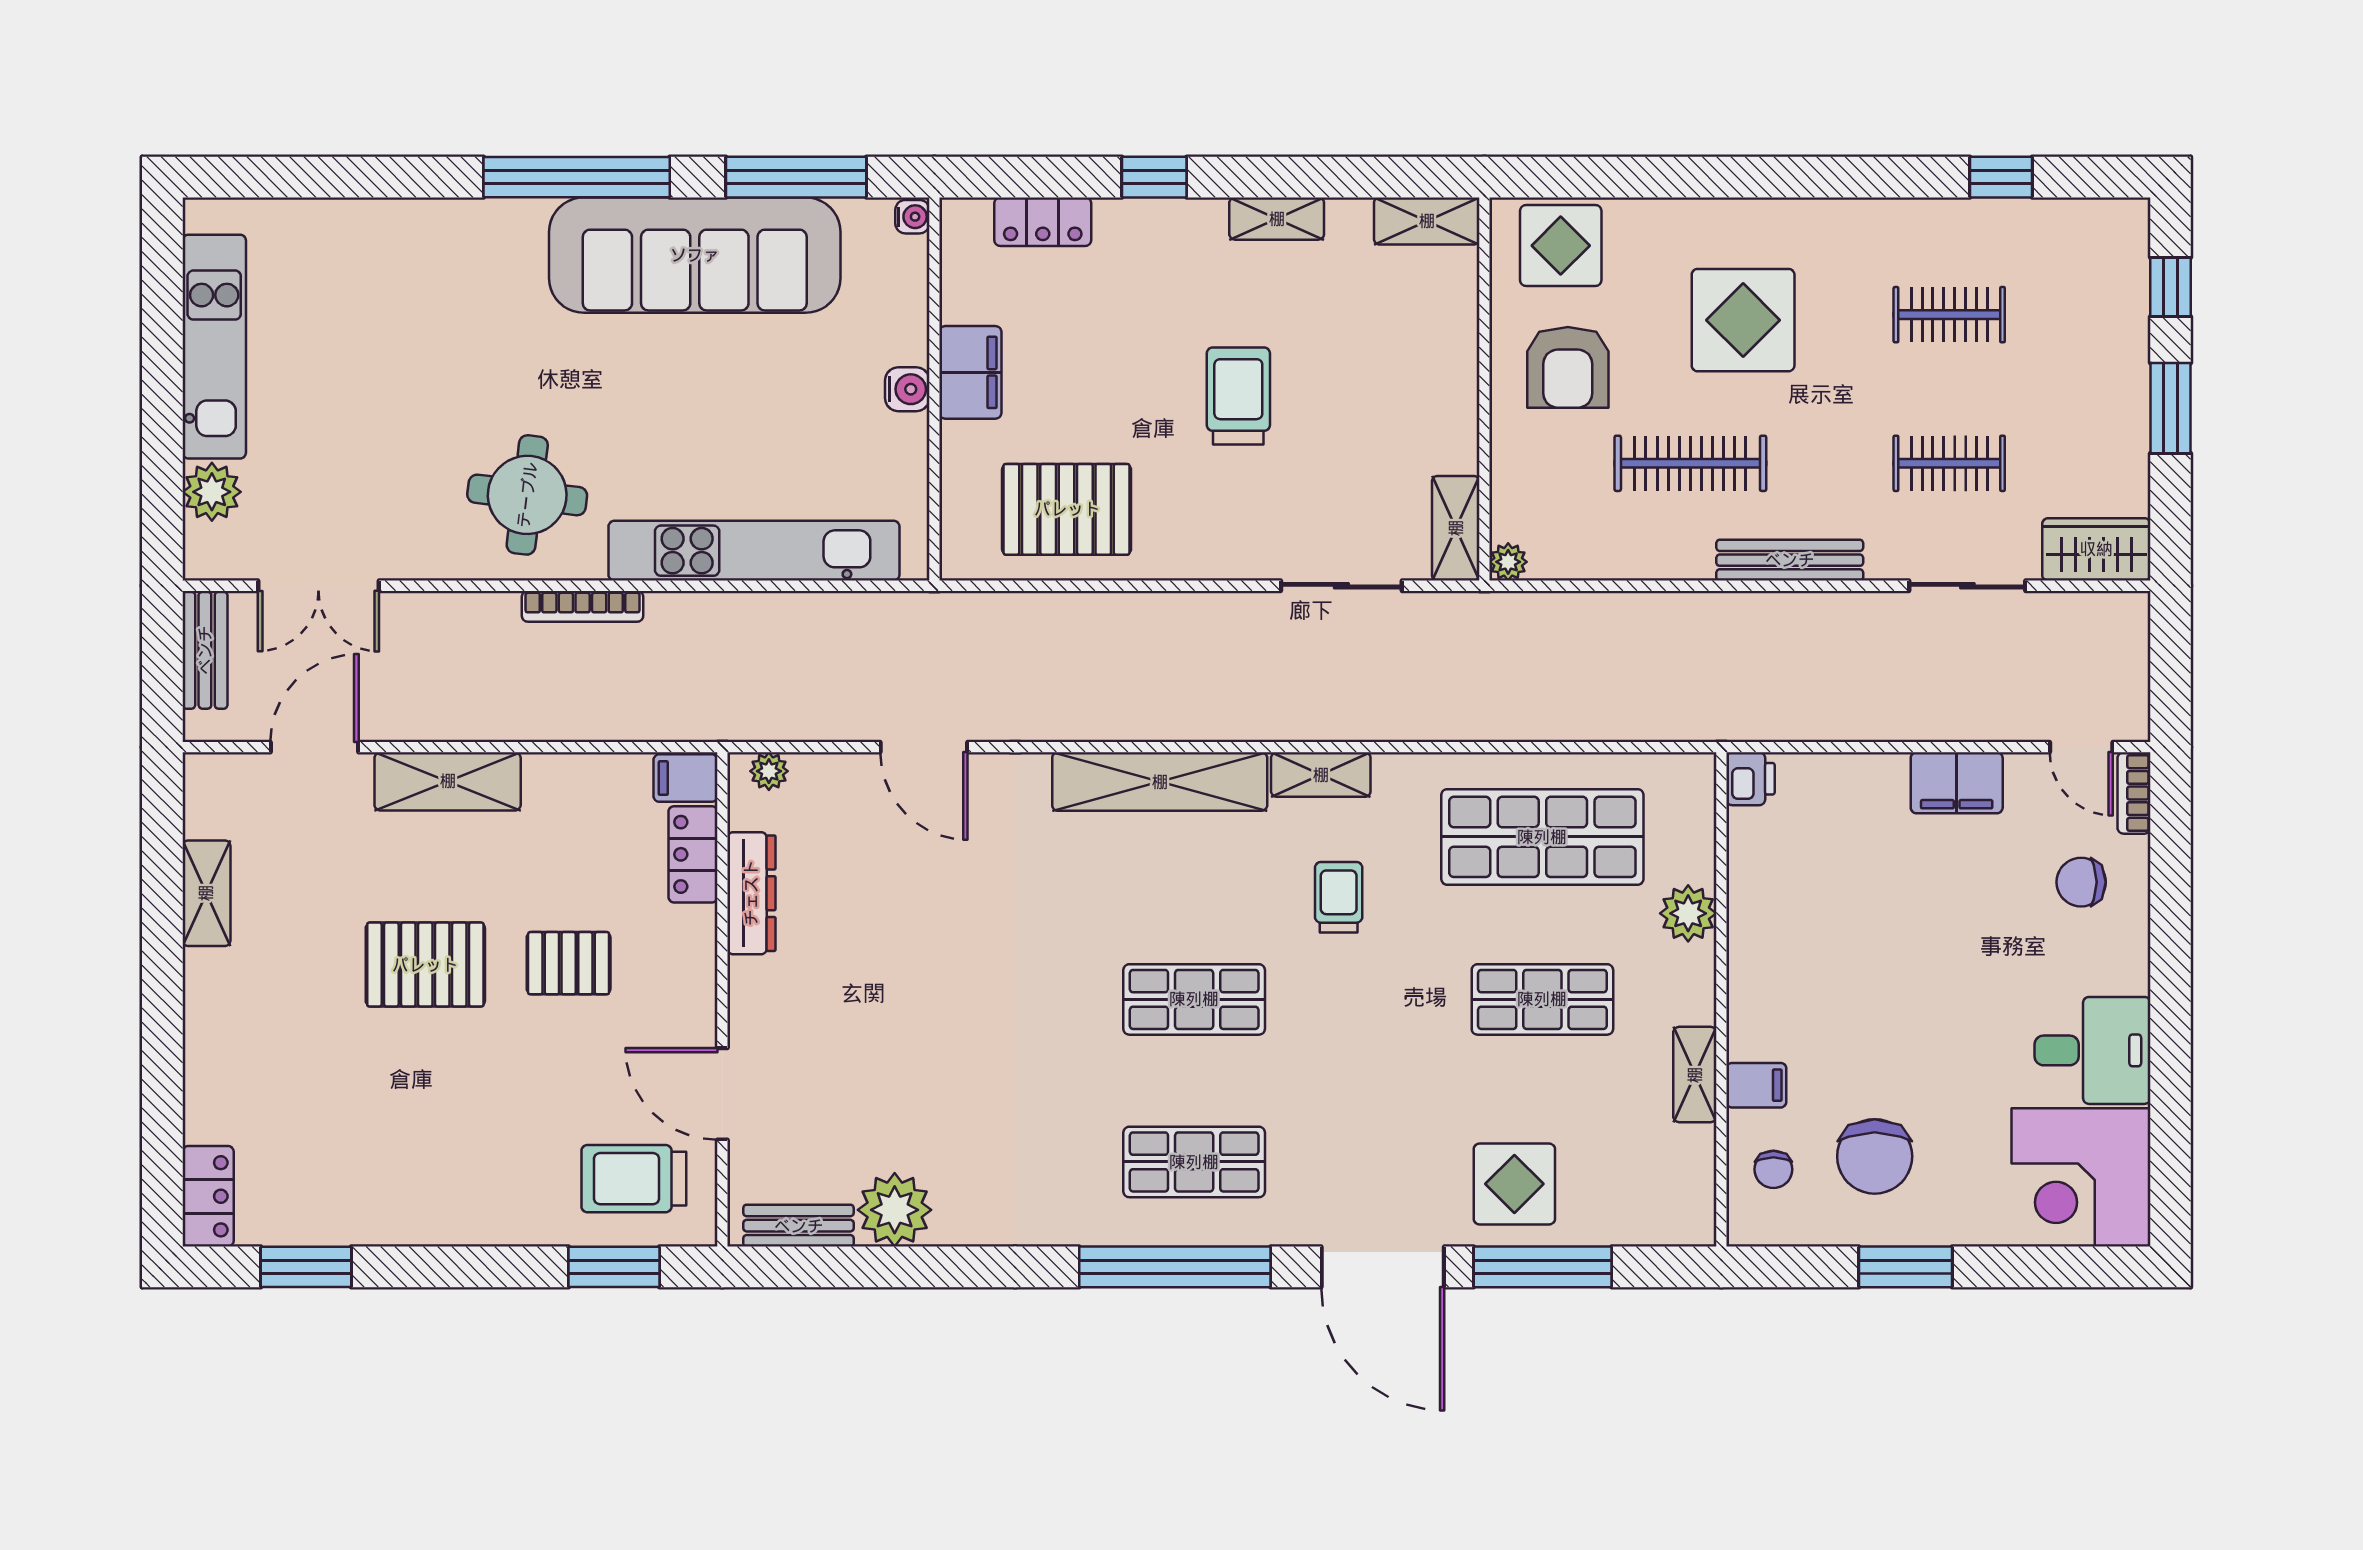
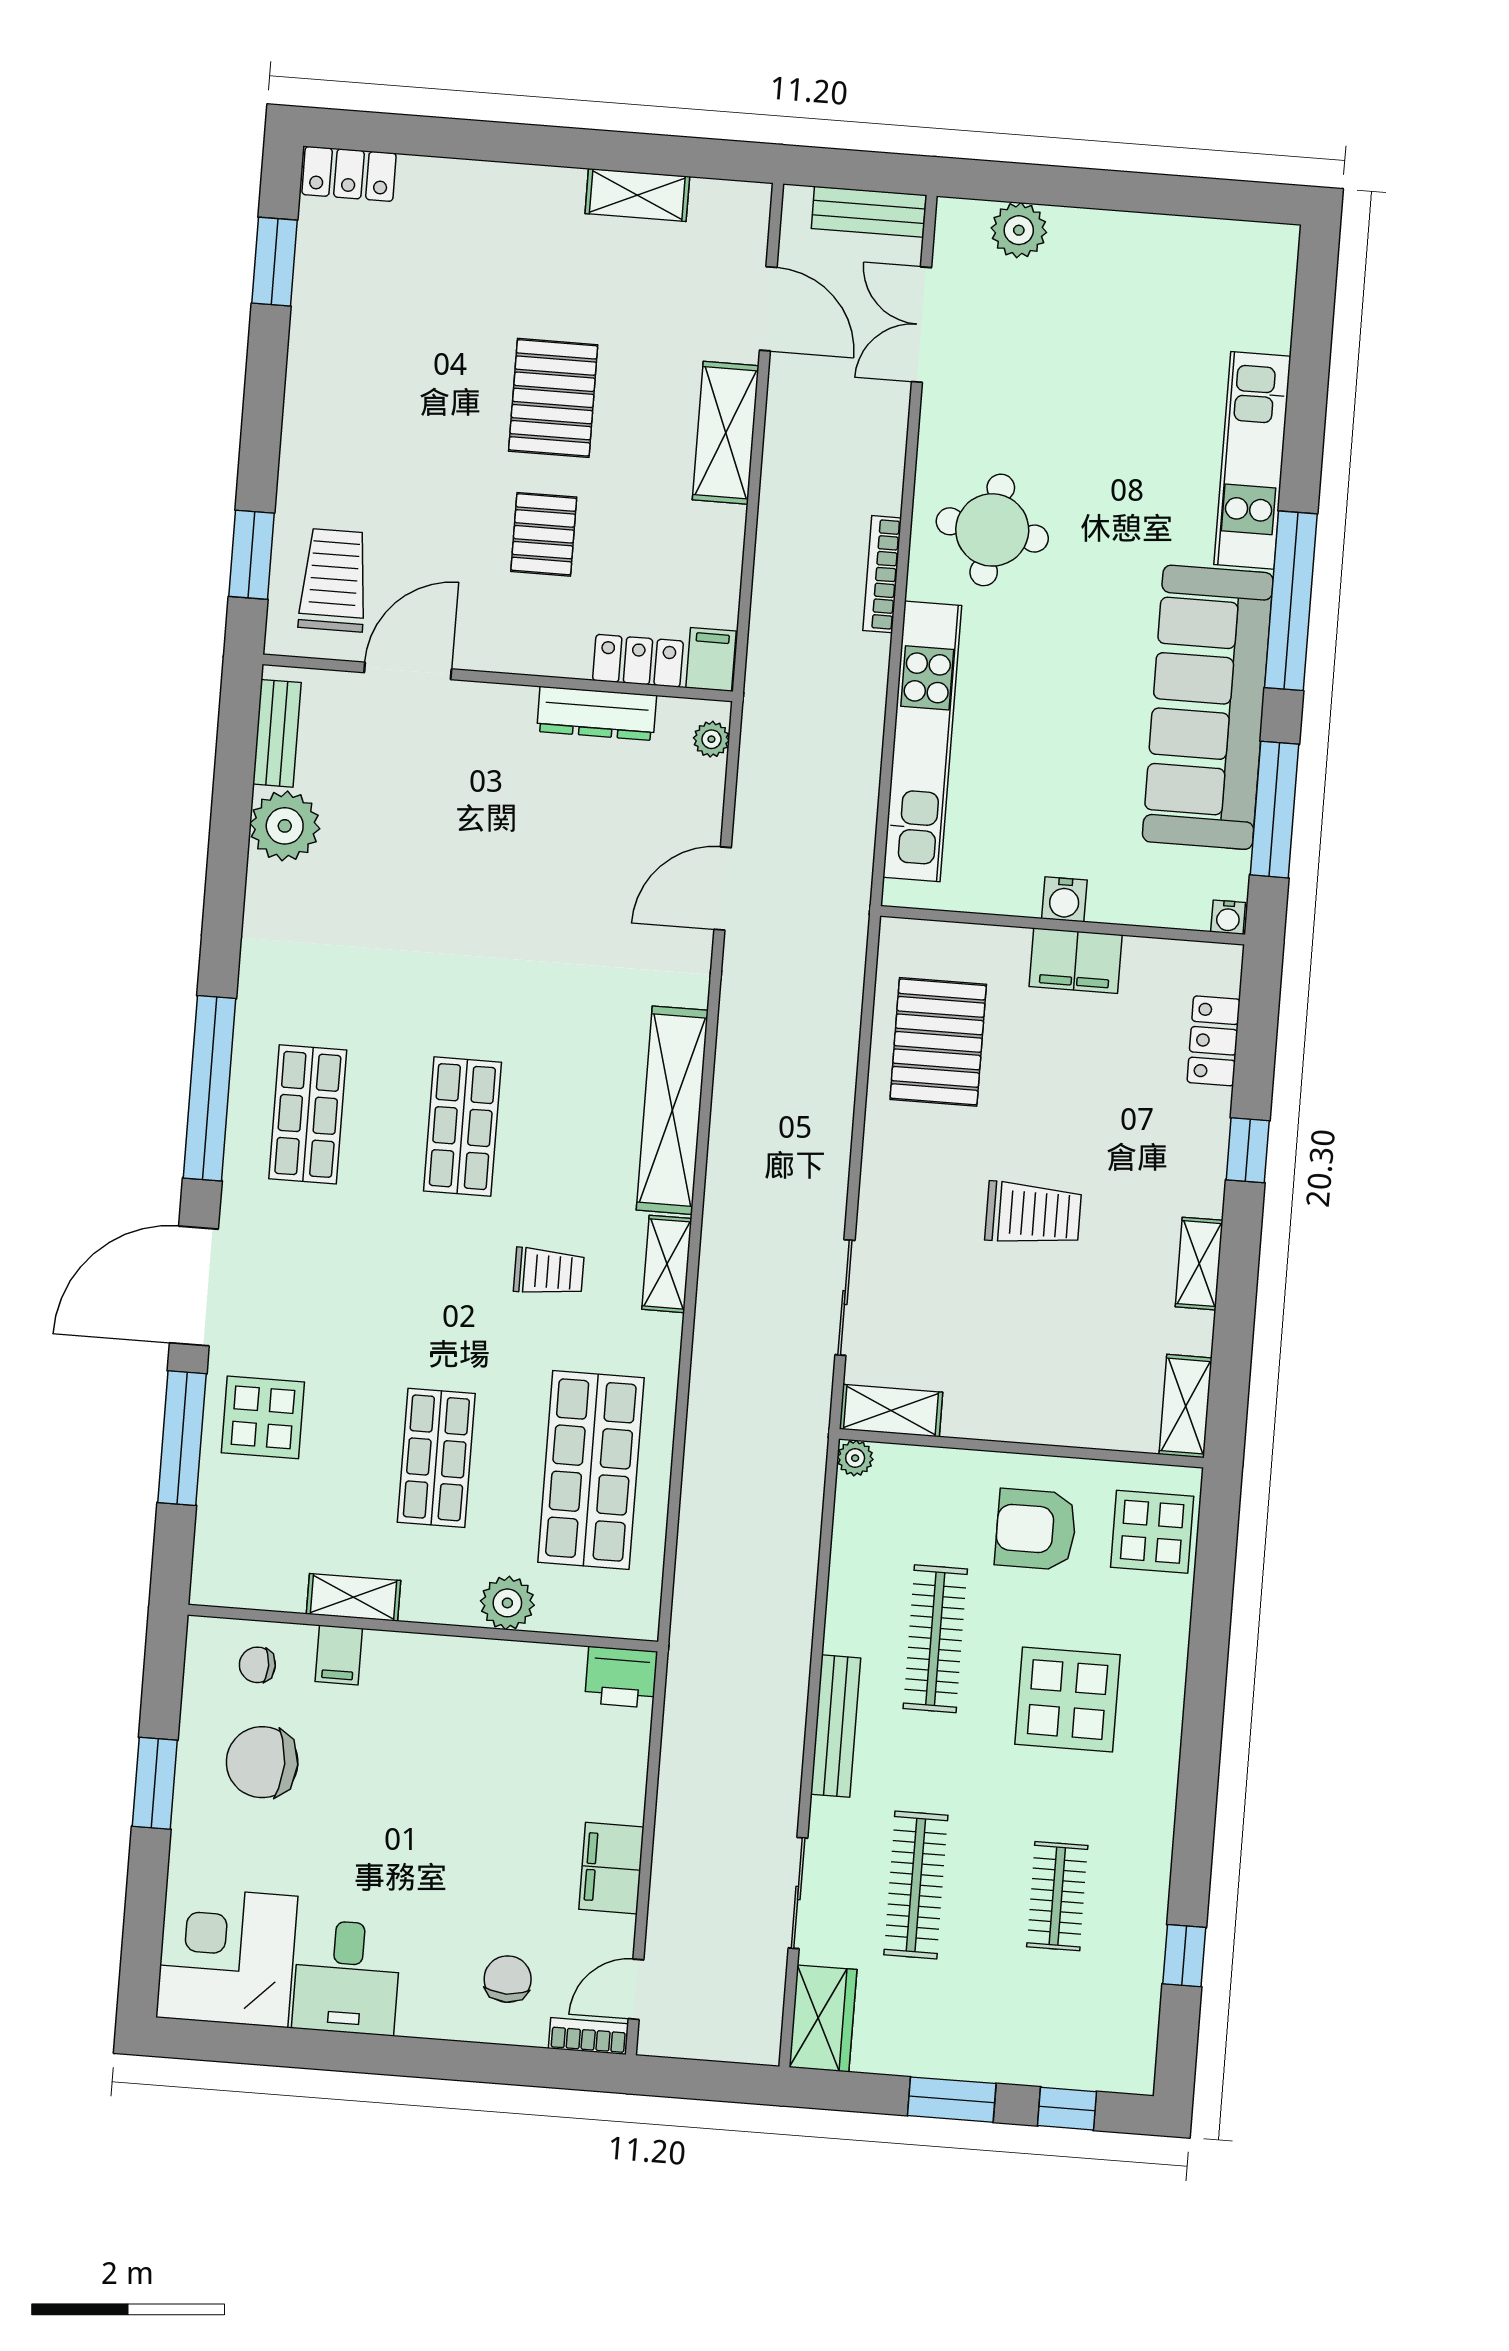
kitchen unit: (214, 347) -> (1252, 460), moved, turned 90
clothes rail: (1949, 463) -> (916, 1885), width x1.36
printer: (1751, 779) -> (621, 1677), width x1.36, depth x1.24

